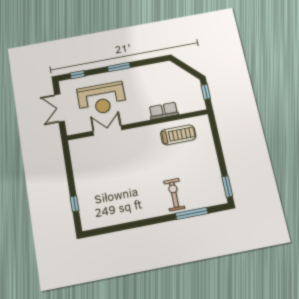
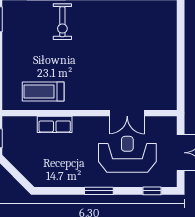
window: (75, 204) -> (181, 33), removed

